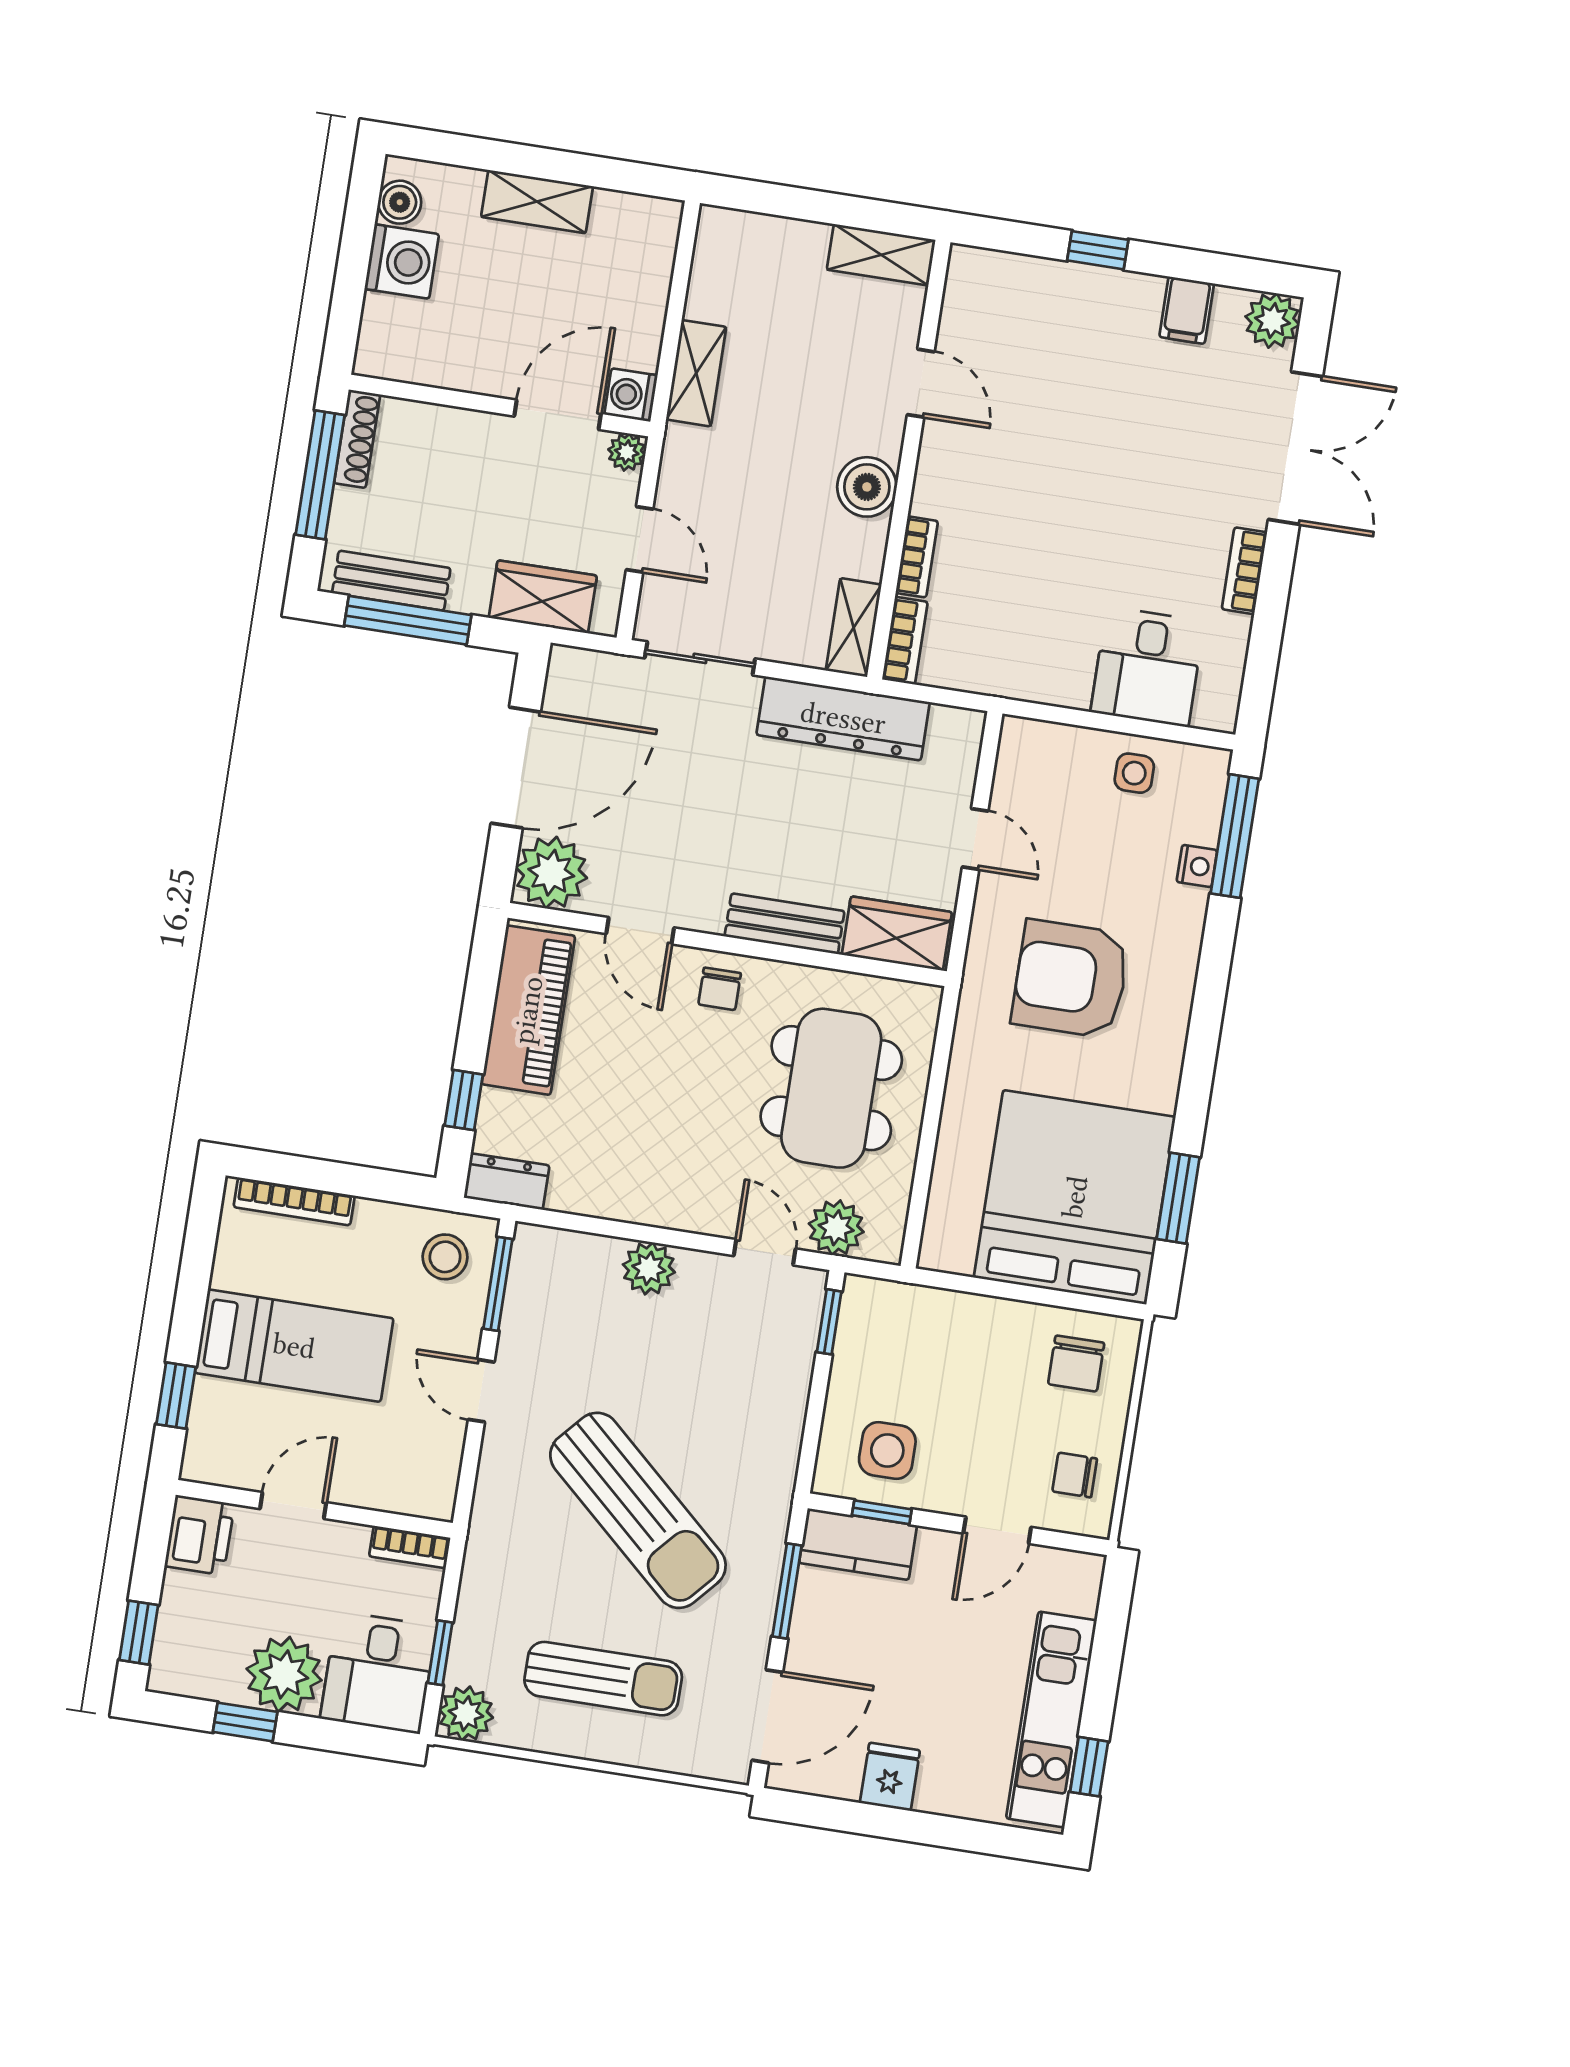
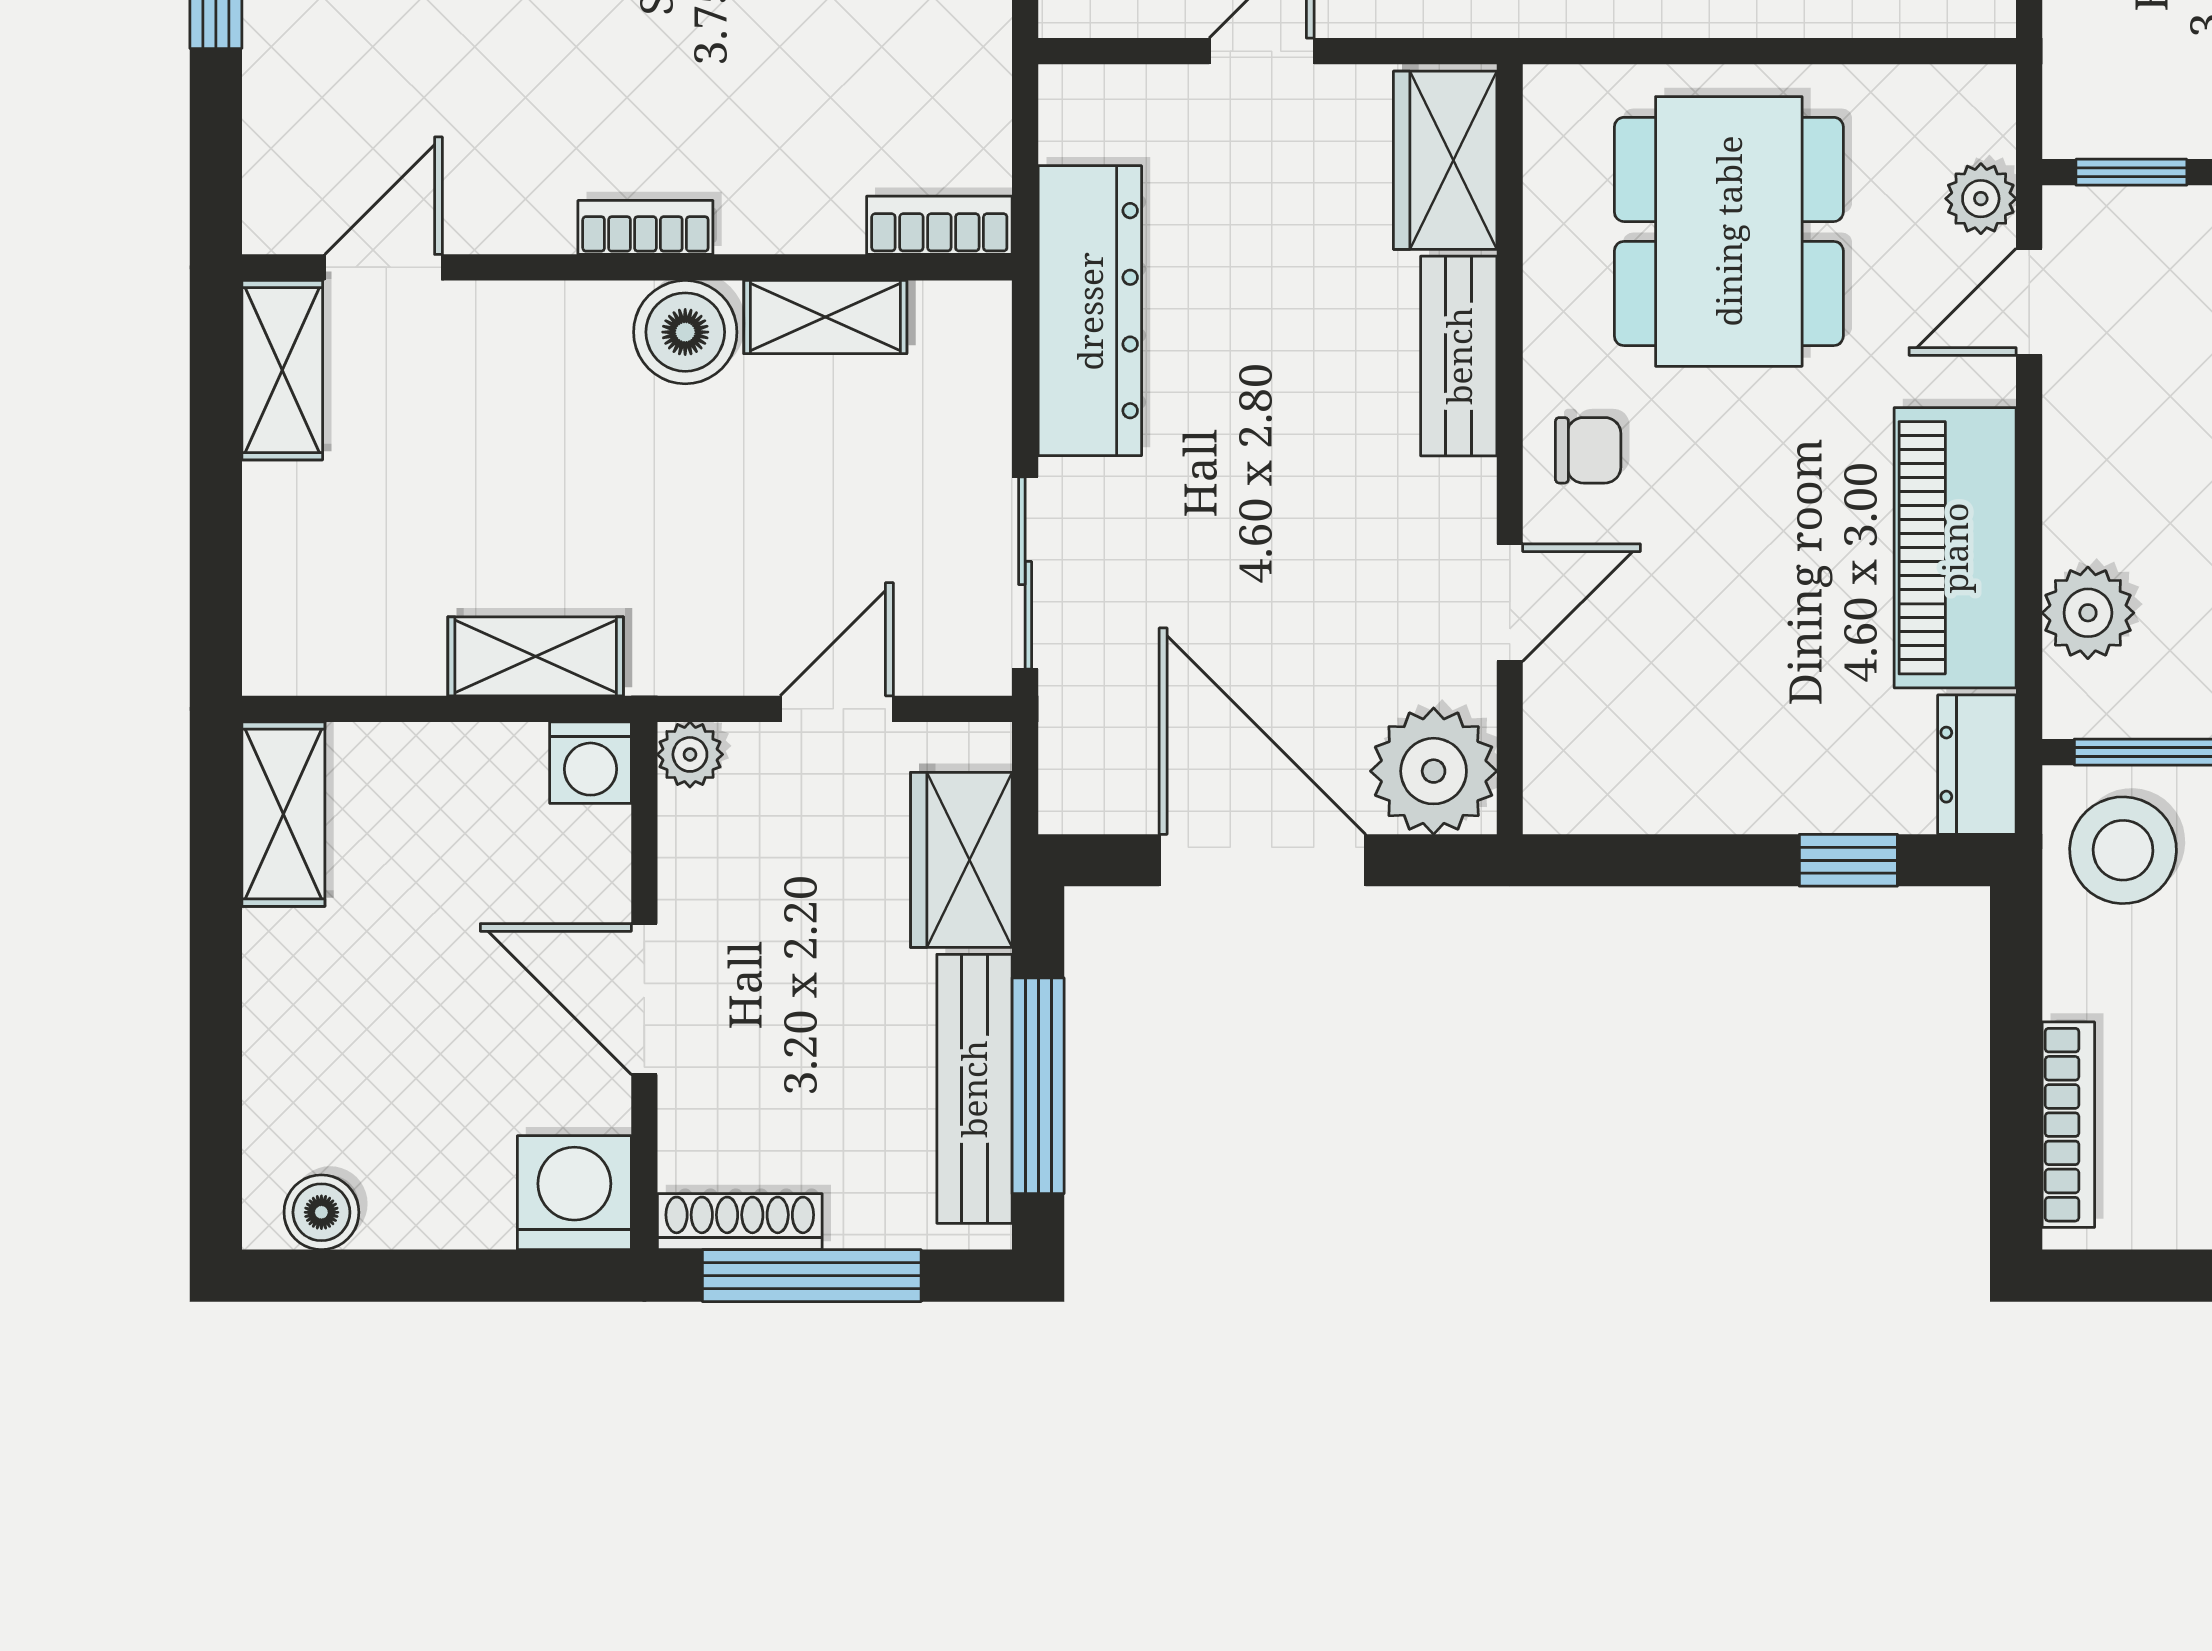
shelving: (537, 202) -> (283, 814), moved
washing machine: (402, 261) -> (574, 1193), moved
door: (921, 383) -> (384, 267), moved
door: (558, 415) -> (644, 999), moved
bookcase: (917, 557) -> (645, 227), moved
bench: (391, 581) -> (974, 1089), width x1.36
shelving: (854, 628) -> (825, 317), moved
piano: (528, 1010) -> (1955, 548), moved, turned -90
dining table: (831, 1088) -> (1729, 231), turned 90
plant: (836, 1228) -> (1981, 199), width x0.73, depth x0.73
stool: (445, 1257) -> (2123, 850), width x1.38, depth x1.38
plant: (649, 1268) -> (2088, 613), moved

